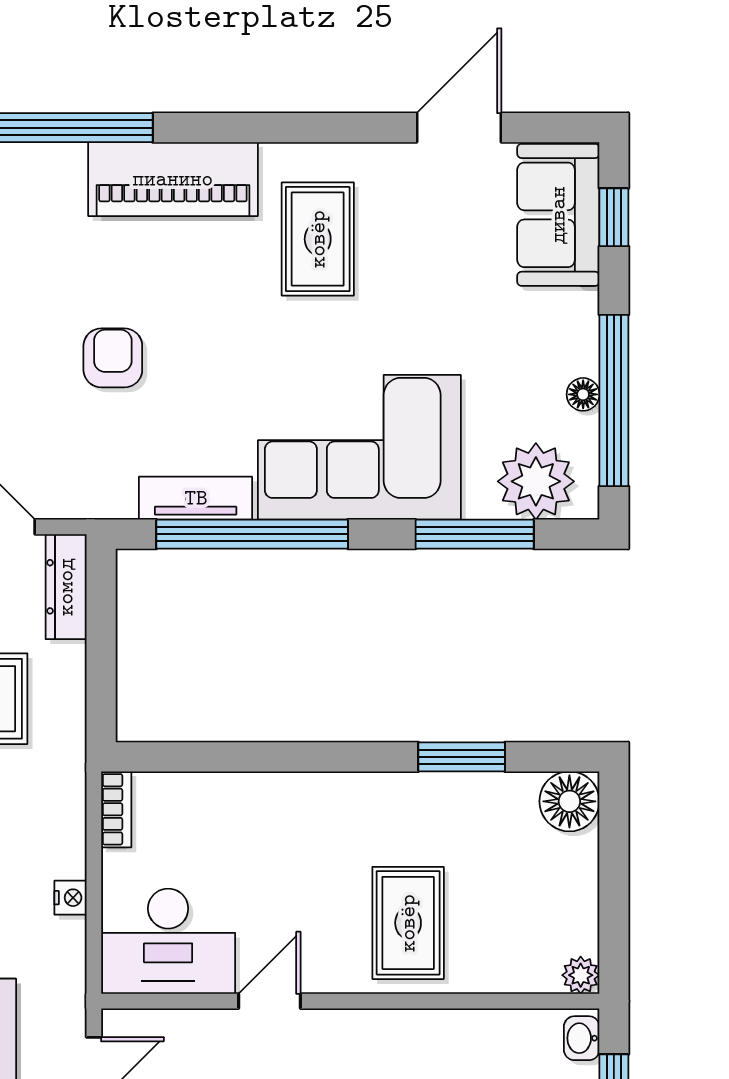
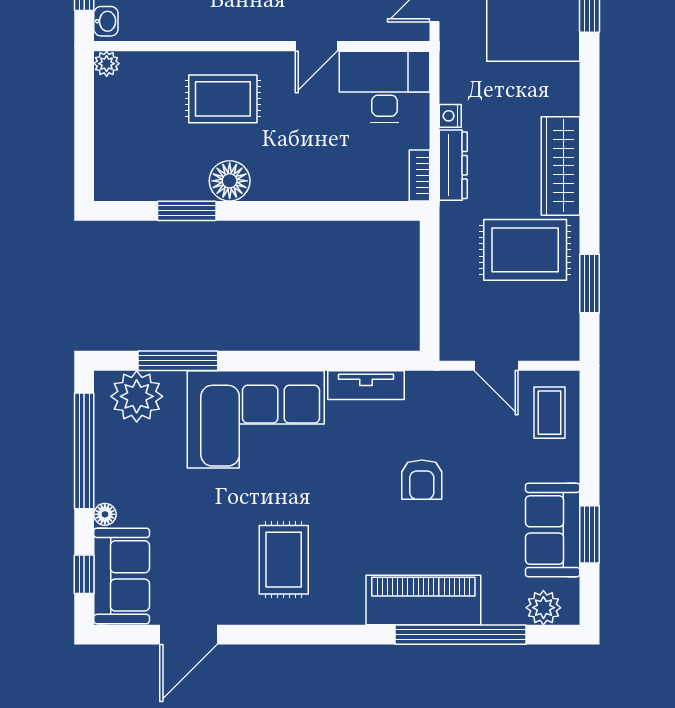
piano: (173, 179) -> (423, 600), moved
floor lamp: (583, 394) -> (105, 514), moved
window: (252, 534) -> (328, 361), removed
dresser: (66, 587) -> (453, 165), moved
floor lamp: (569, 801) -> (230, 181), moved
rug: (408, 923) -> (223, 99), turned 90

